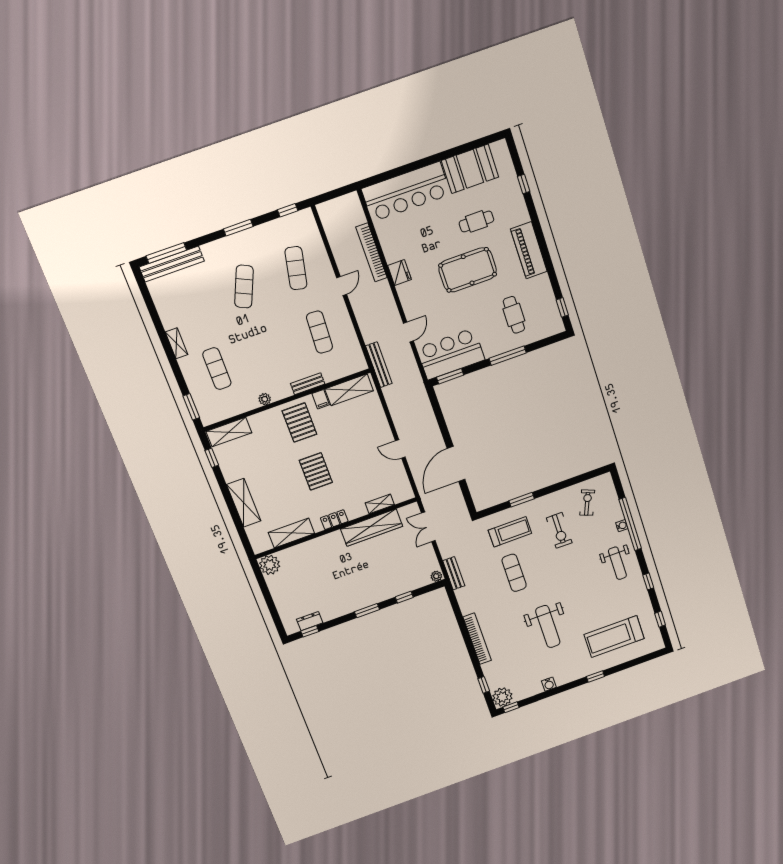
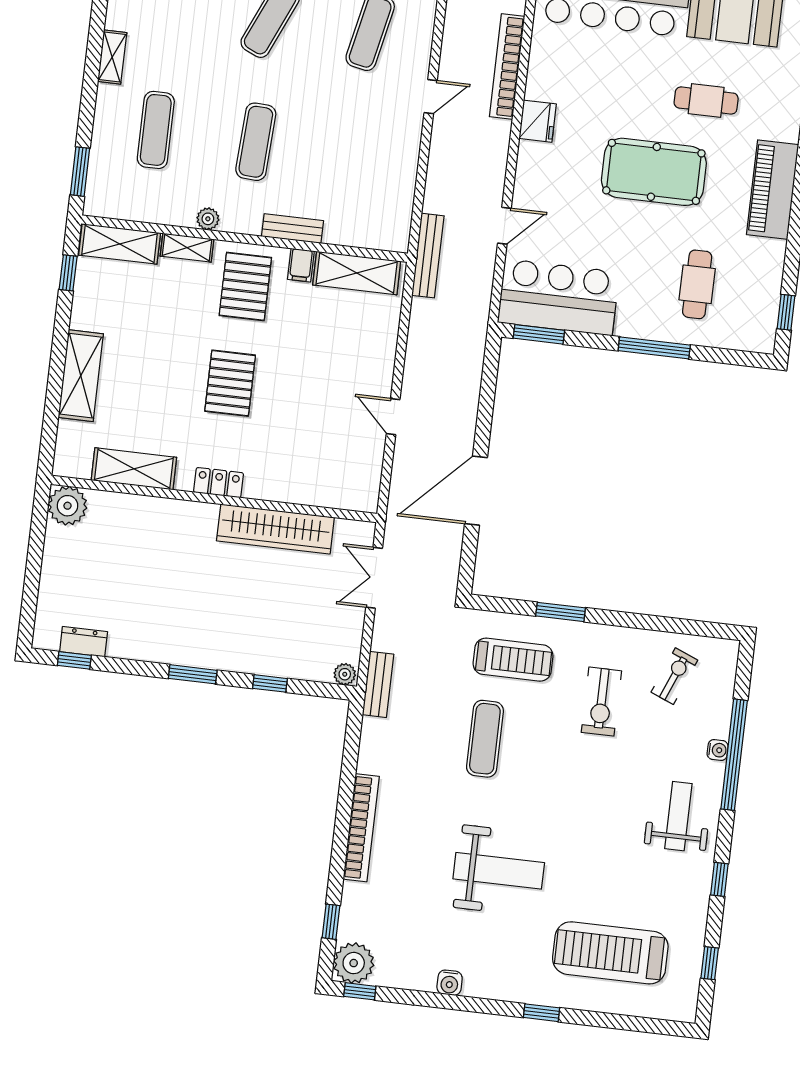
exercise mat: (320, 332) -> (256, 142), moved
shelving: (380, 504) -> (187, 248), moved
weight bench: (617, 563) -> (678, 816), turned 180
weight bench: (548, 627) -> (499, 871), turned -90

